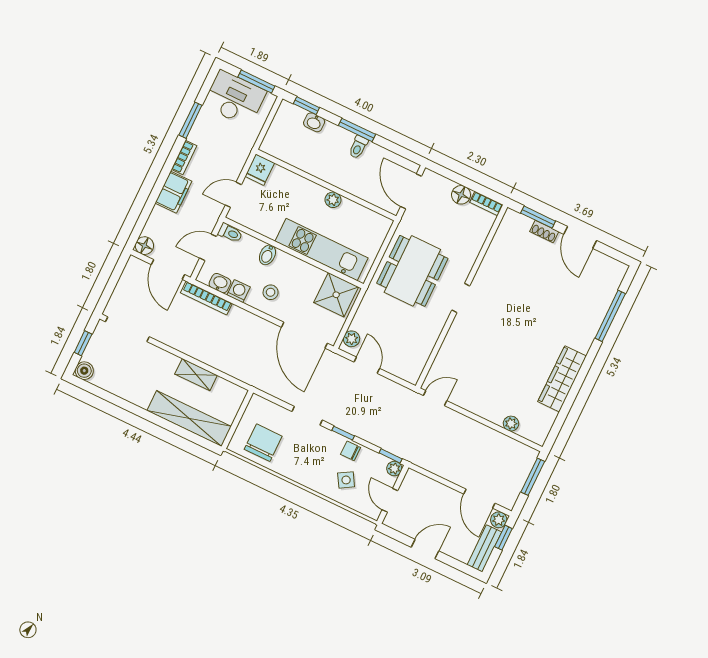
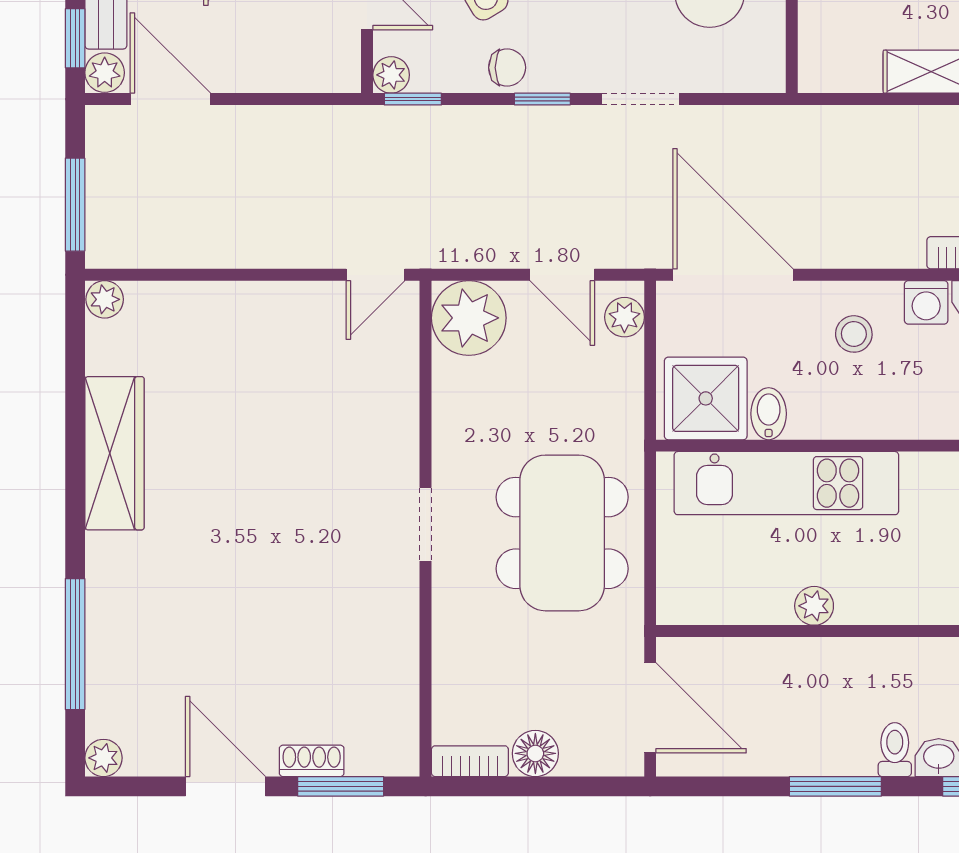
toilet: (358, 147) -> (895, 750), moved
bidet: (267, 255) -> (769, 414), moved
plant: (620, 269) -> (104, 758), added
plant: (409, 366) -> (469, 318), added
plant: (511, 424) -> (105, 299), moved

